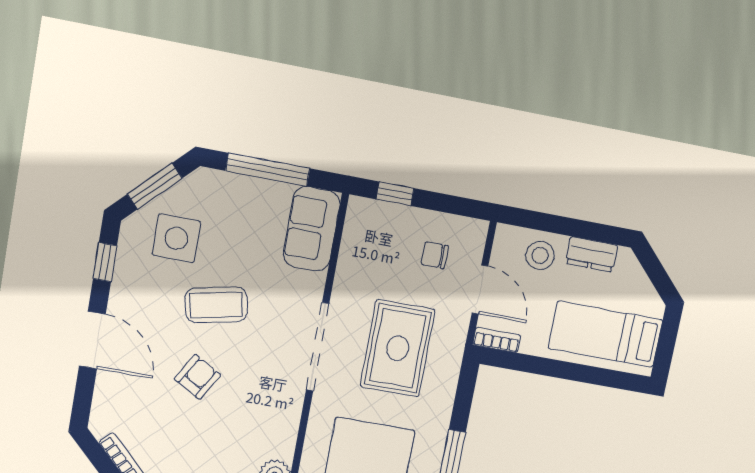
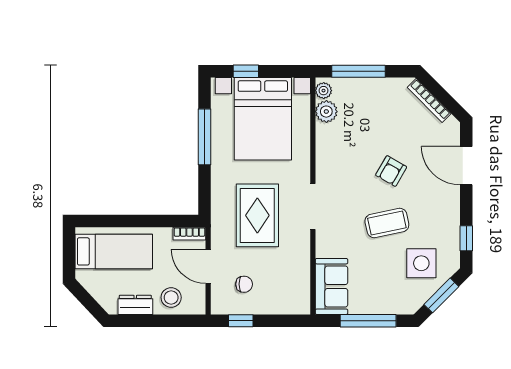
window: (395, 194) -> (241, 321), moved
door: (92, 340) -> (466, 166), moved
doorway: (318, 347) -> (313, 207), width x0.73

